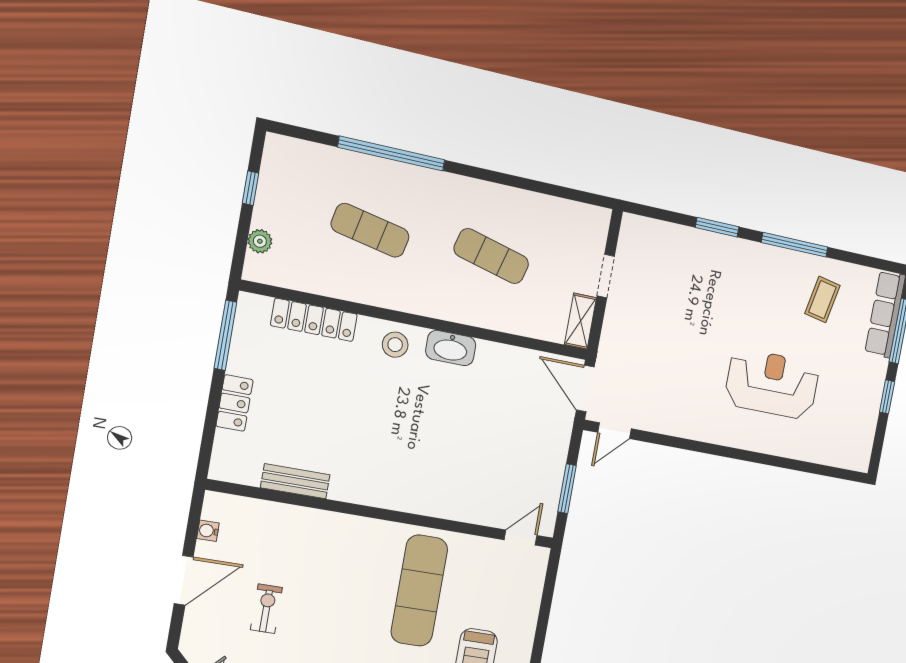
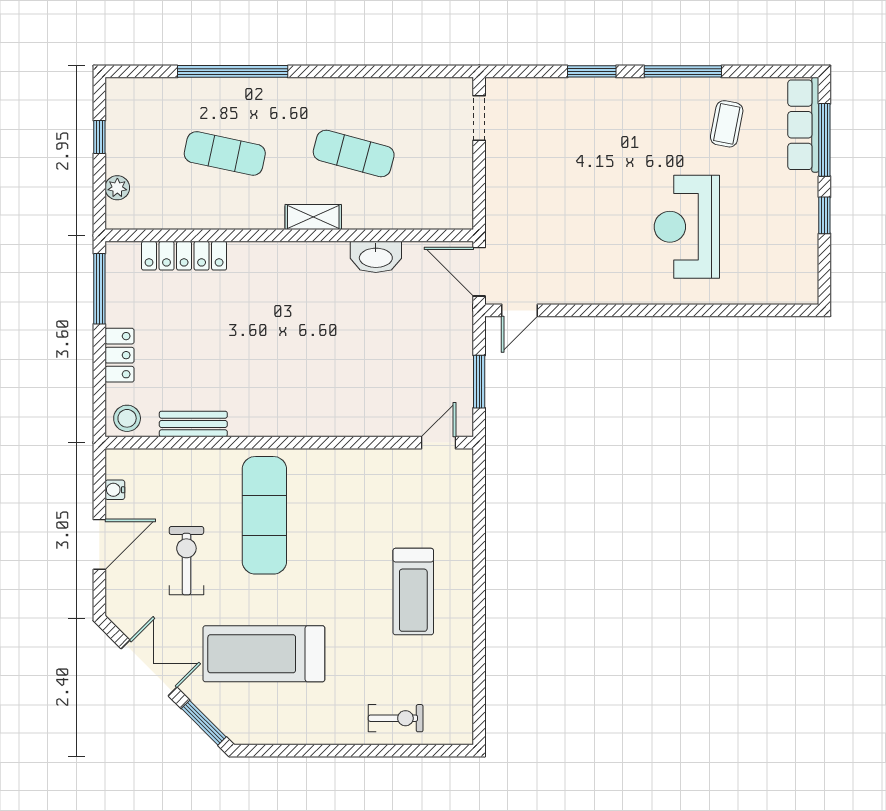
doorway: (606, 276) -> (479, 118), moved
shelving: (580, 321) -> (313, 217), moved, turned 90
stool: (395, 345) -> (127, 418), moved
washbasin: (451, 348) -> (376, 257), moved
reception desk: (772, 384) -> (687, 227), turned -90
exercise mat: (419, 591) -> (264, 515), moved
exercise bike: (266, 609) -> (186, 561), width x1.38, depth x1.39

